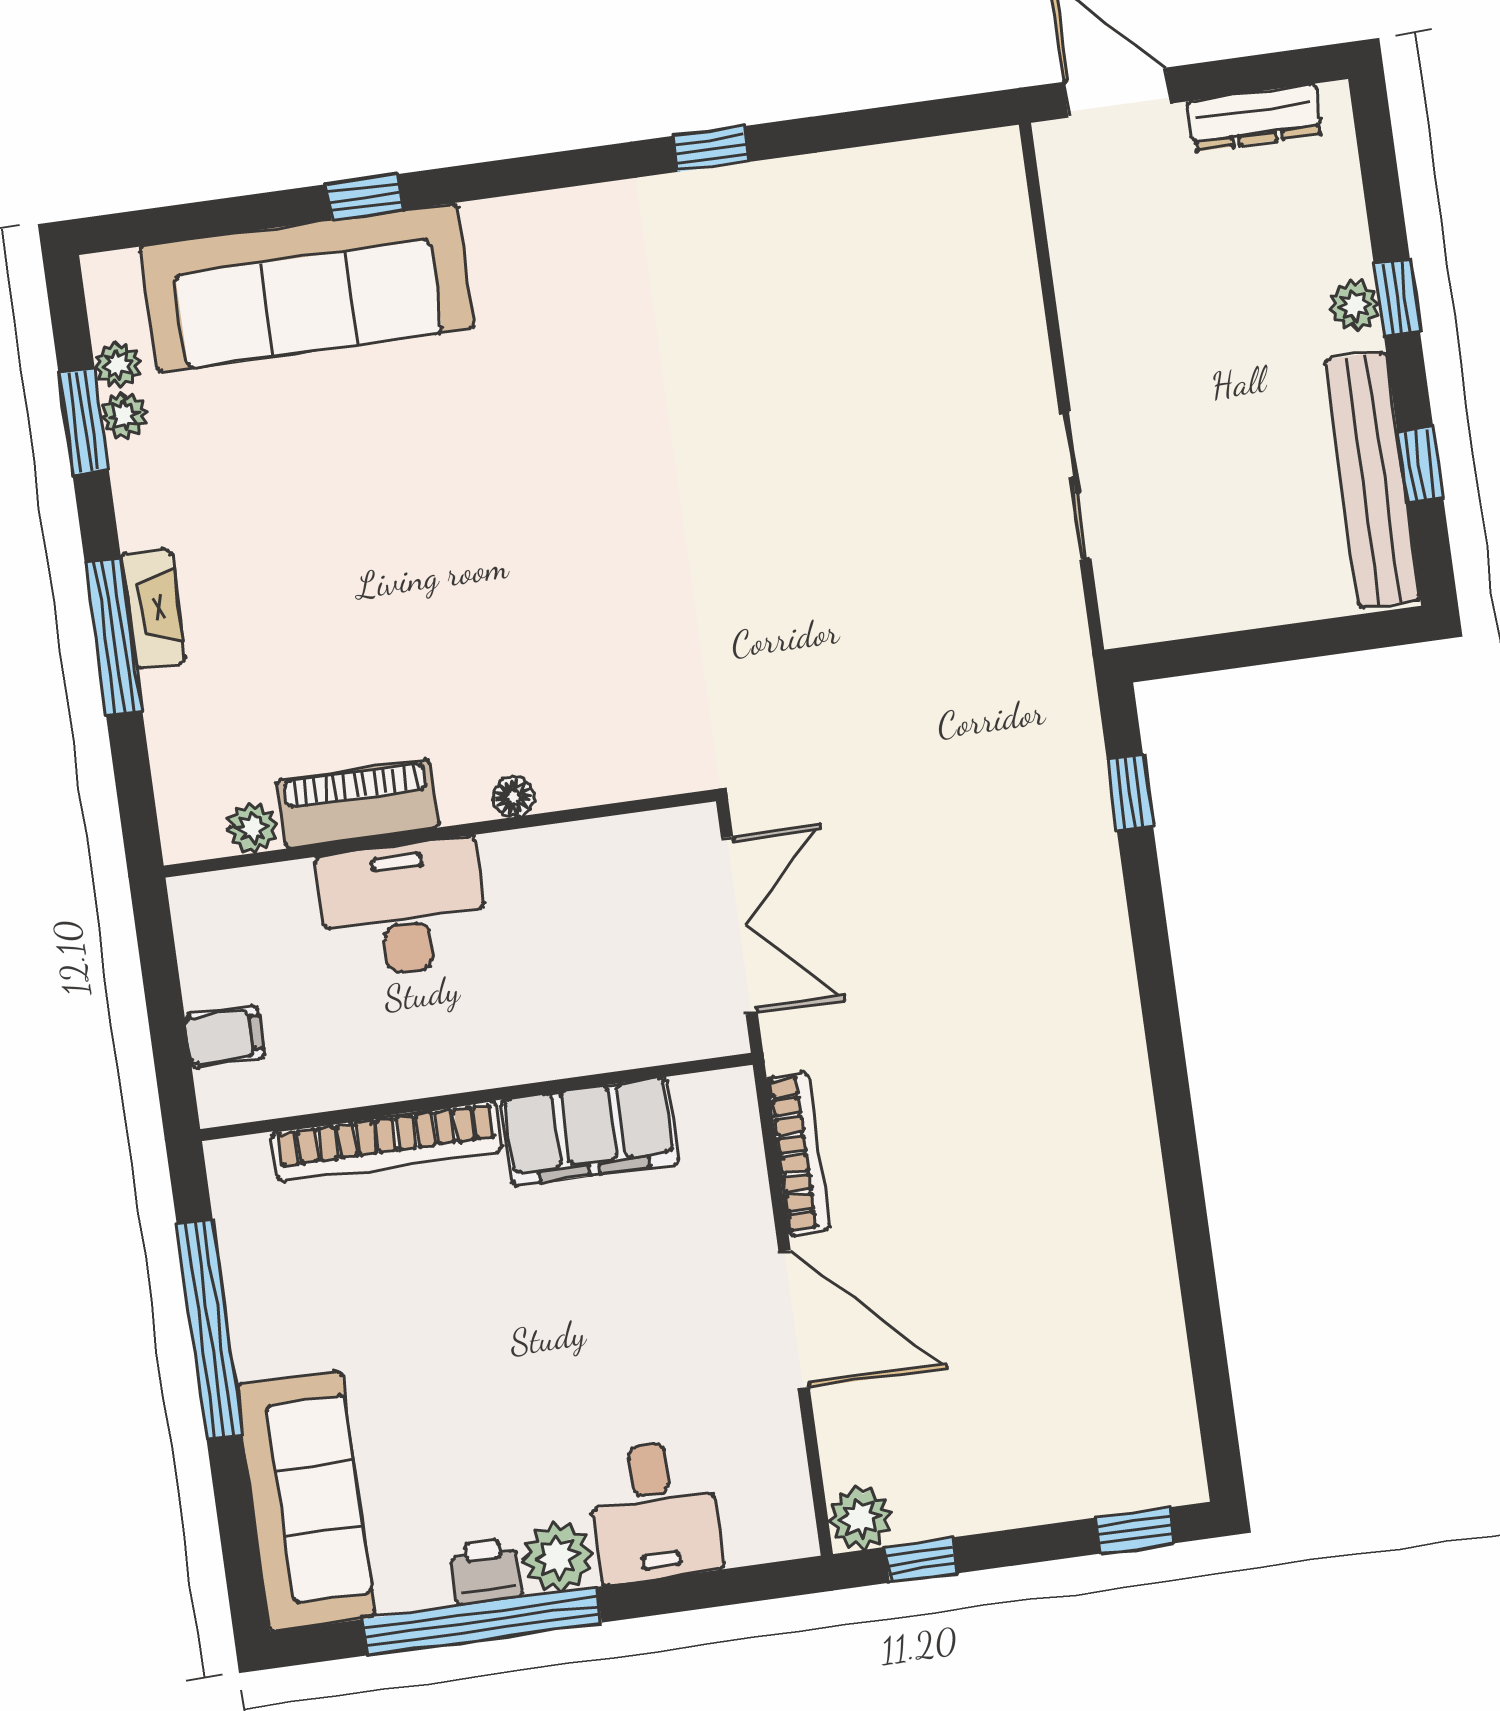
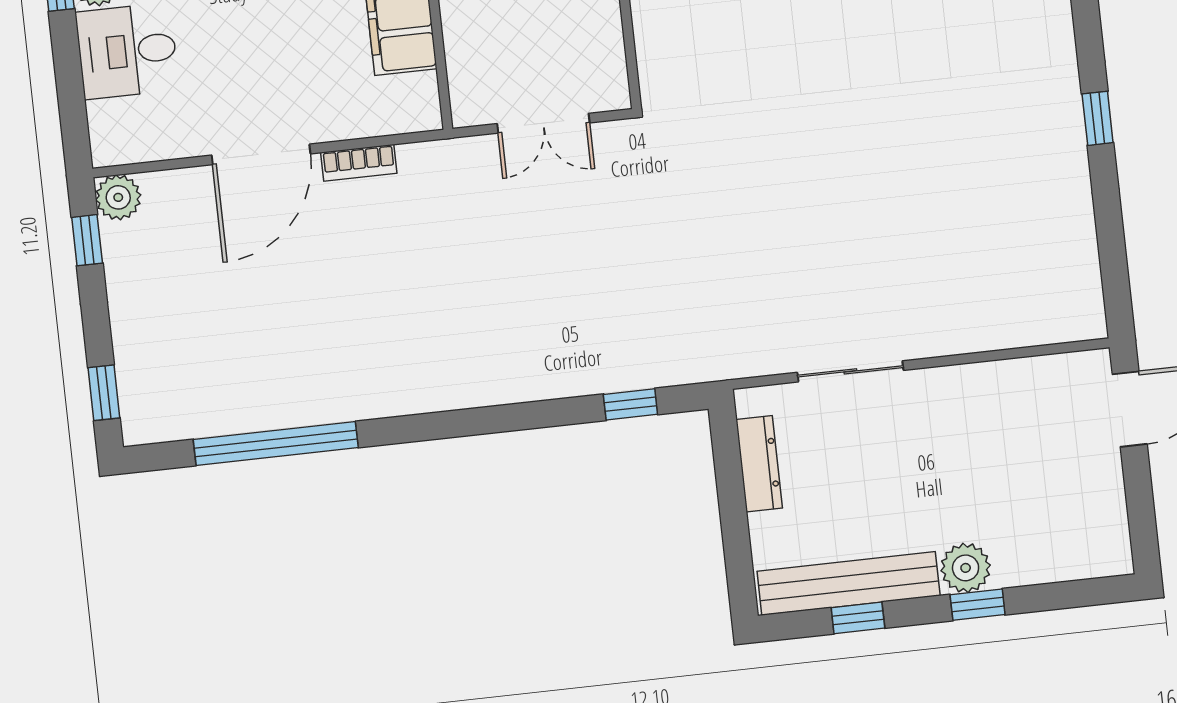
dresser: (1255, 118) -> (759, 464), moved, turned 180
plant: (1354, 306) -> (966, 568), width x1.38, depth x1.38
double door: (739, 925) -> (543, 123), width x0.73
bookcase: (798, 1154) -> (359, 163), width x0.64
window: (1199, 1288) -> (276, 443), added

